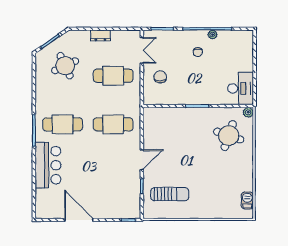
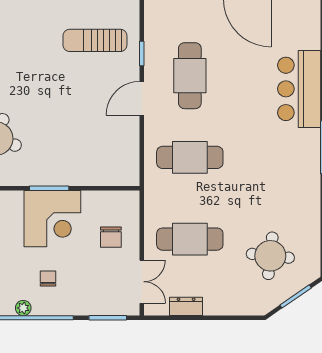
dresser: (100, 35) -> (186, 306), moved
double door: (142, 50) -> (142, 282), swing flipped
round table: (65, 66) -> (270, 256), turned 31
corner desk: (195, 88) -> (52, 219), added
cafe table: (63, 124) -> (190, 76), moved, turned 90

